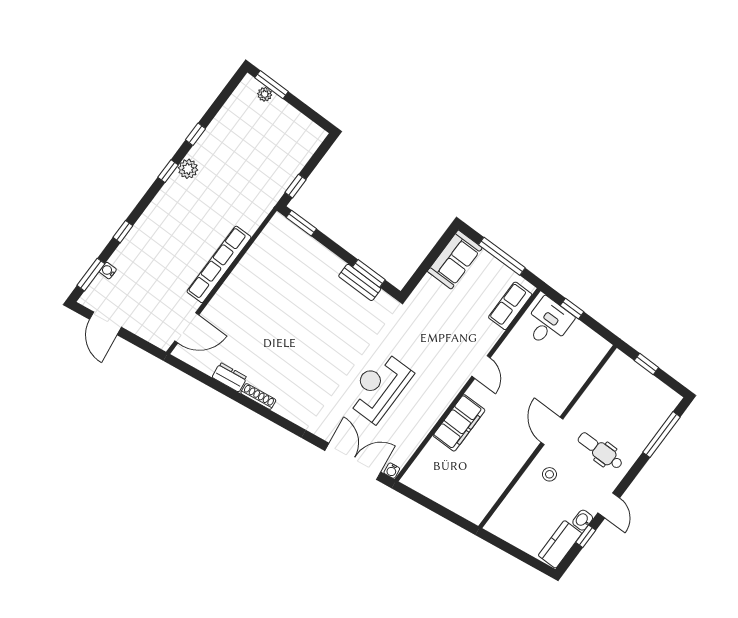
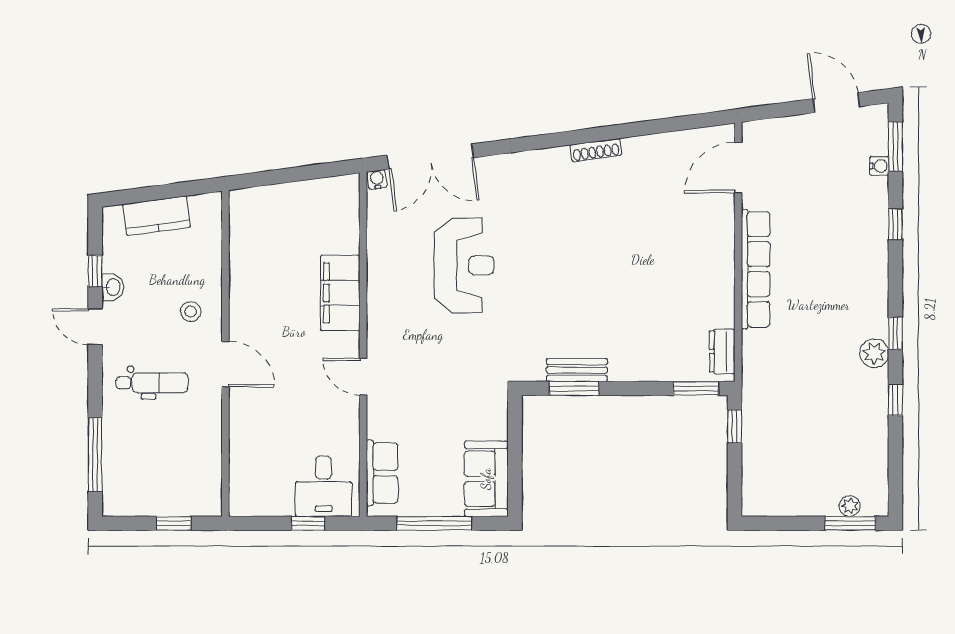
dresser: (230, 377) -> (722, 352), moved, turned 98
kitchen counter: (560, 544) -> (157, 216), moved, turned 82

